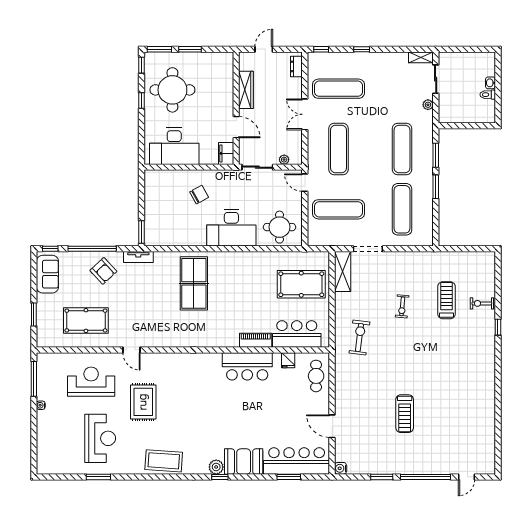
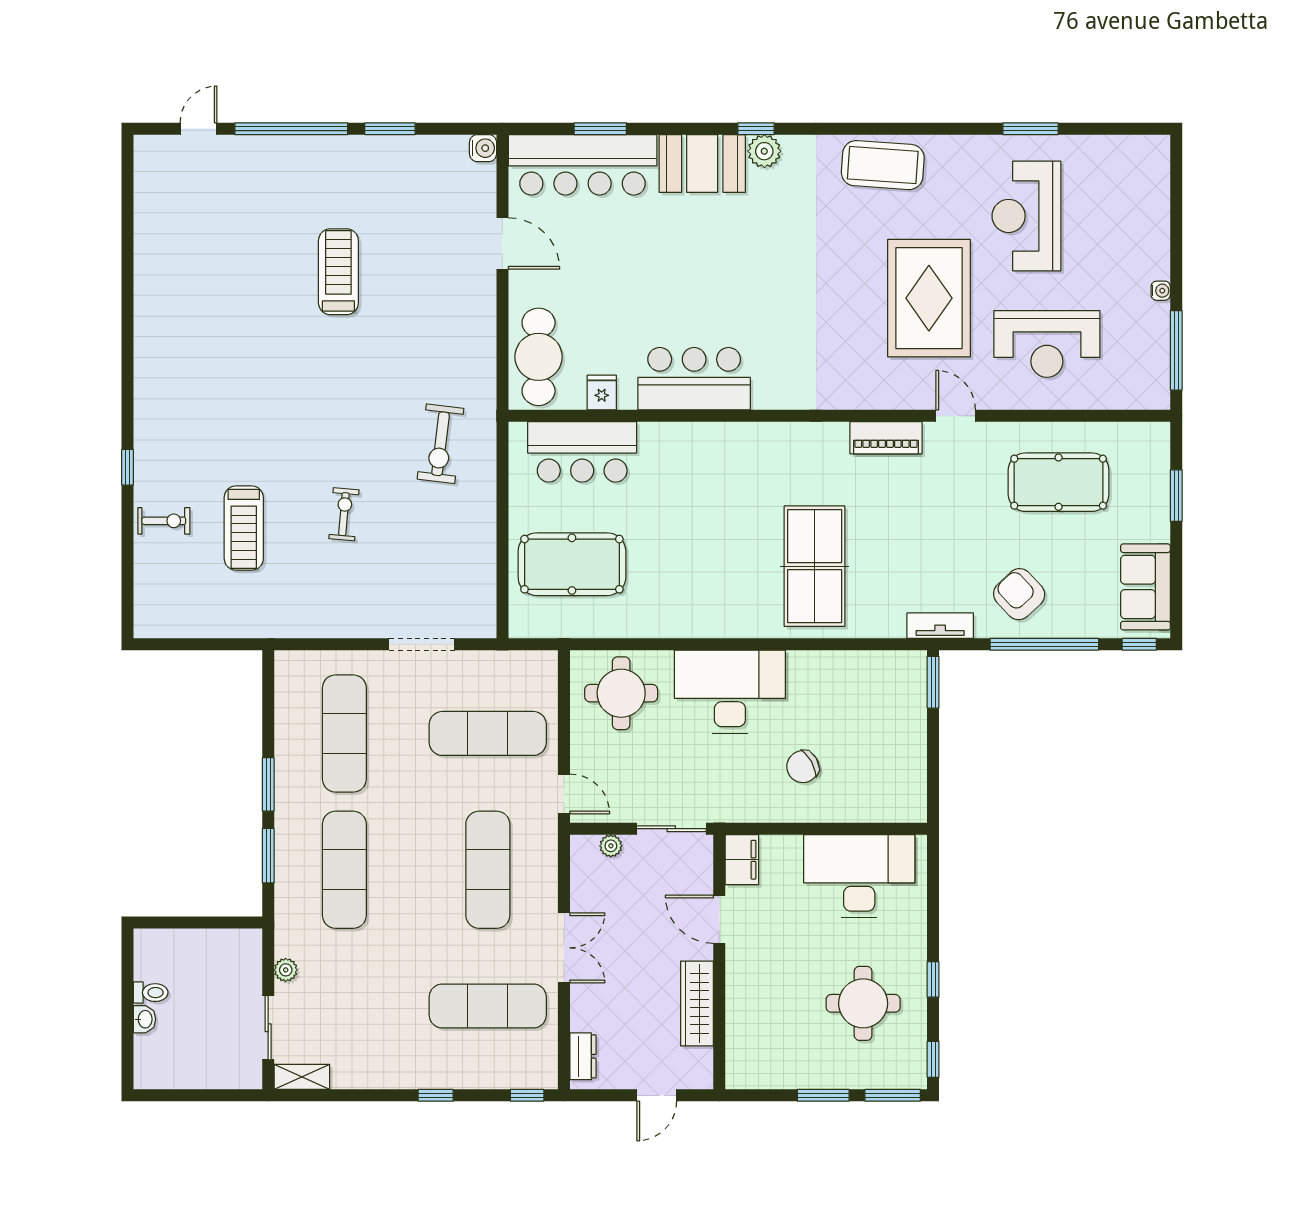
round table: (172, 90) -> (863, 1003), width x0.73, depth x0.73
shelving: (343, 272) -> (478, 593), removed
piano: (256, 340) -> (886, 438), moved
cafe table: (316, 376) -> (539, 357), width x1.37, depth x1.35
rug: (143, 402) -> (929, 298), width x1.37, depth x1.44

